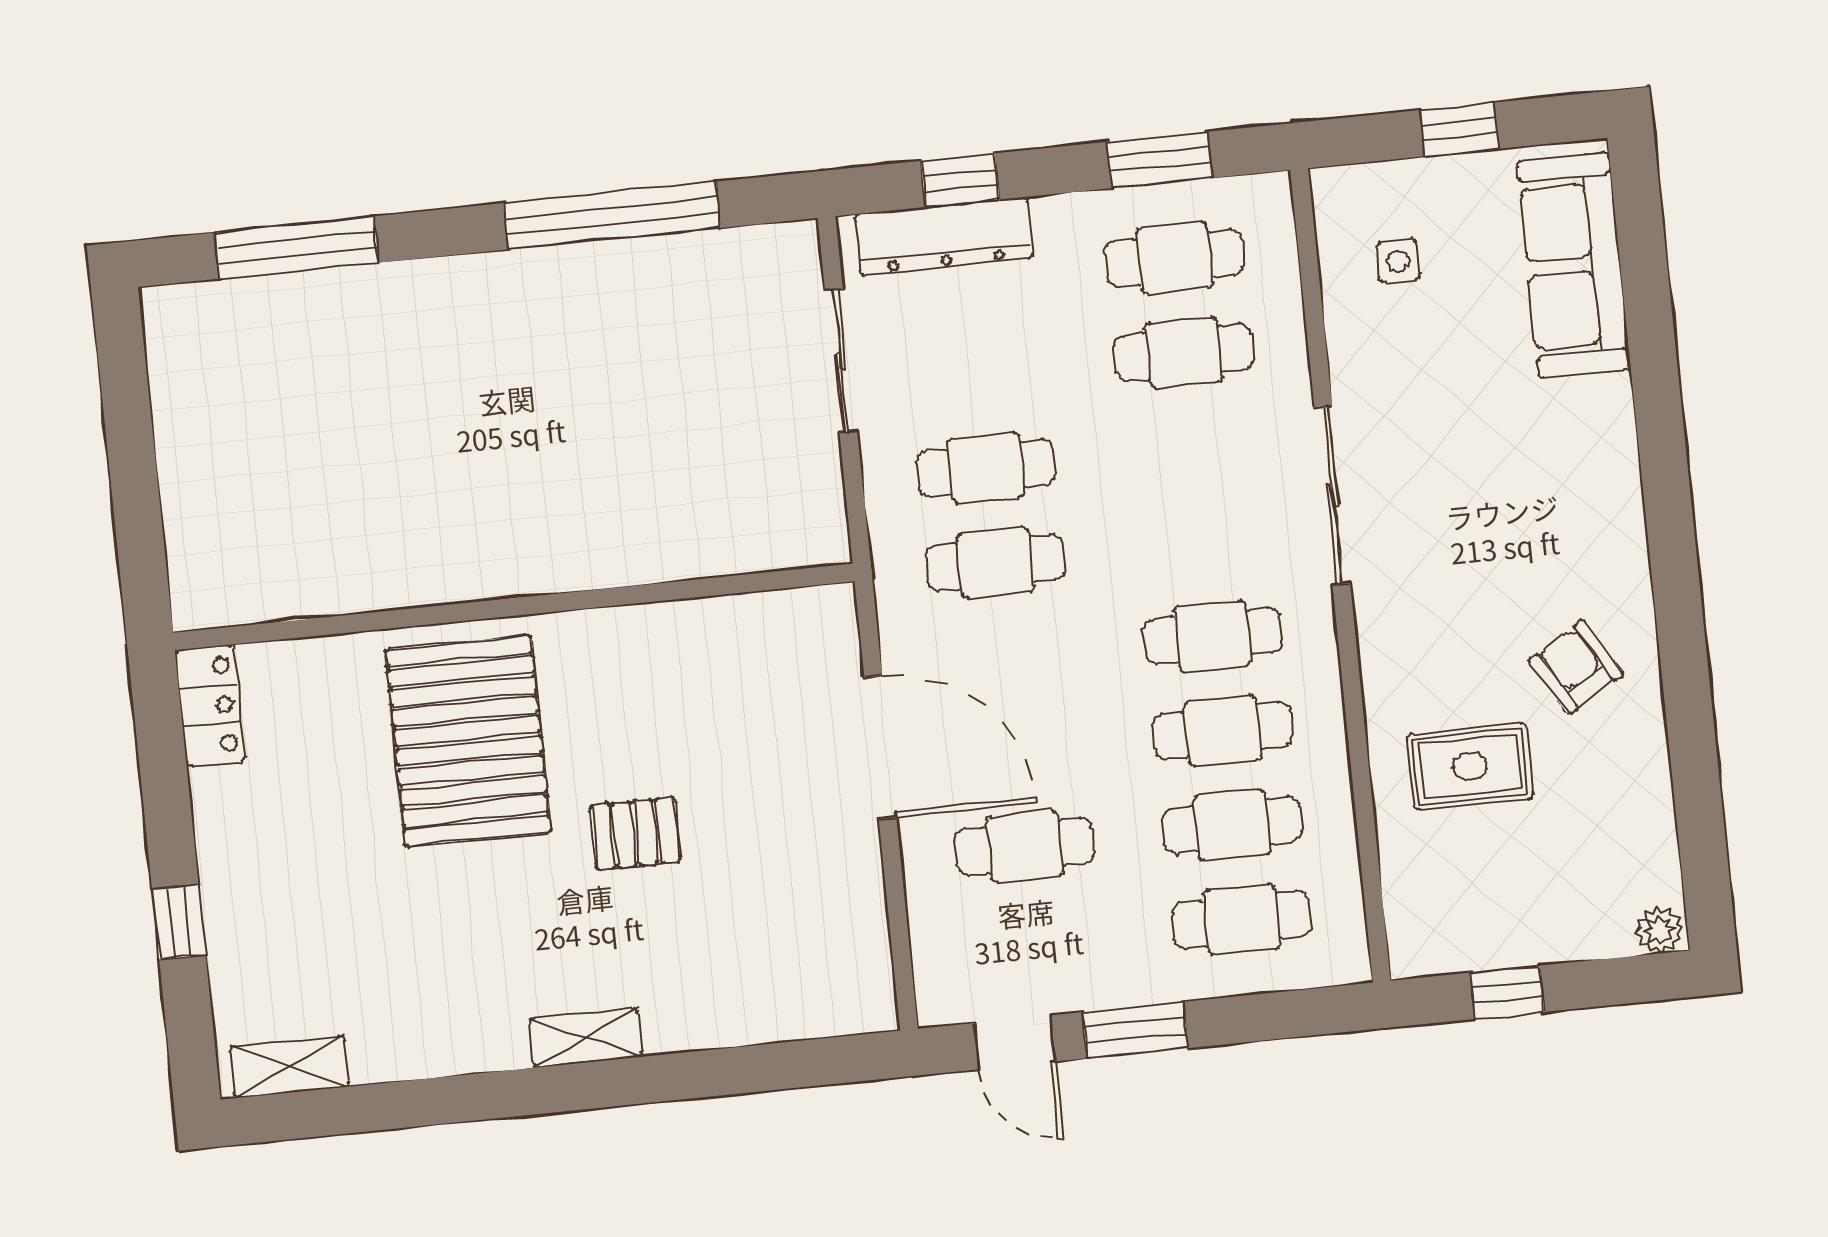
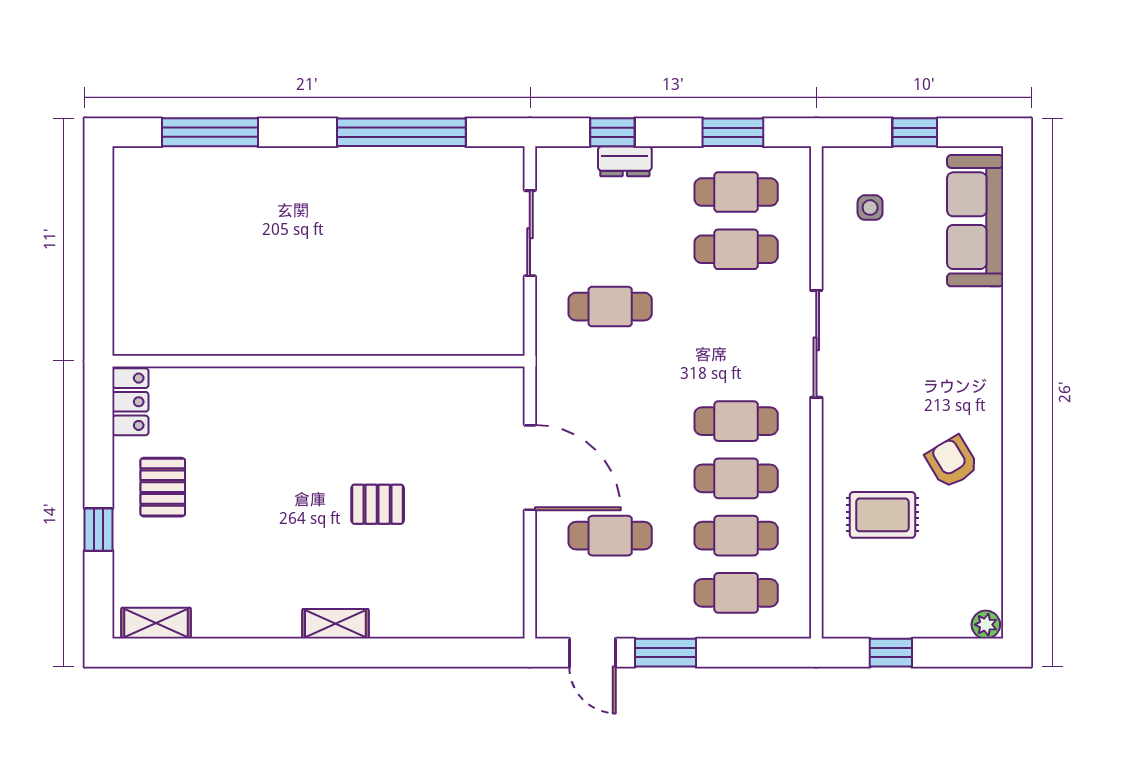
dresser: (944, 236) -> (625, 161), width x0.51, depth x0.80
cafe table: (995, 563) -> (610, 364), removed
pallet: (468, 741) -> (163, 487), moved, width x0.49, depth x0.50

